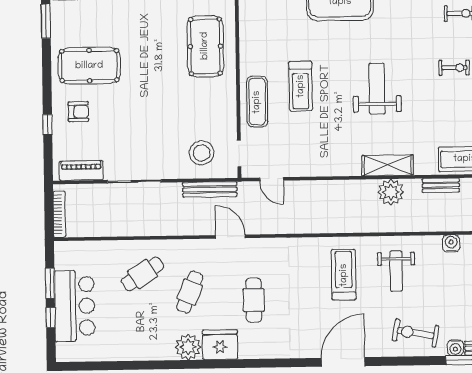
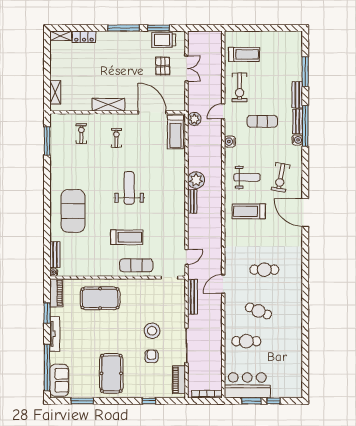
weight bench: (377, 89) -> (129, 188), turned 90
armchair: (78, 112) -> (151, 356), moved
stool: (202, 153) -> (152, 331), moved
shelving: (388, 165) -> (179, 182), removed
bench: (441, 185) -> (192, 201), moved
cafe table: (143, 274) -> (246, 341), turned -57
bar counter: (75, 306) -> (247, 385), moved
exercise bike: (416, 333) -> (281, 177), moved
fridge: (220, 345) -> (293, 292), removed
plant: (188, 347) -> (294, 312), removed

